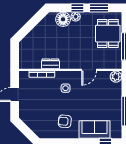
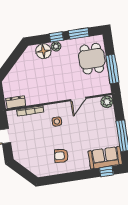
dresser: (50, 64) -> (16, 102), moved
sofa: (95, 129) -> (105, 158), moved

